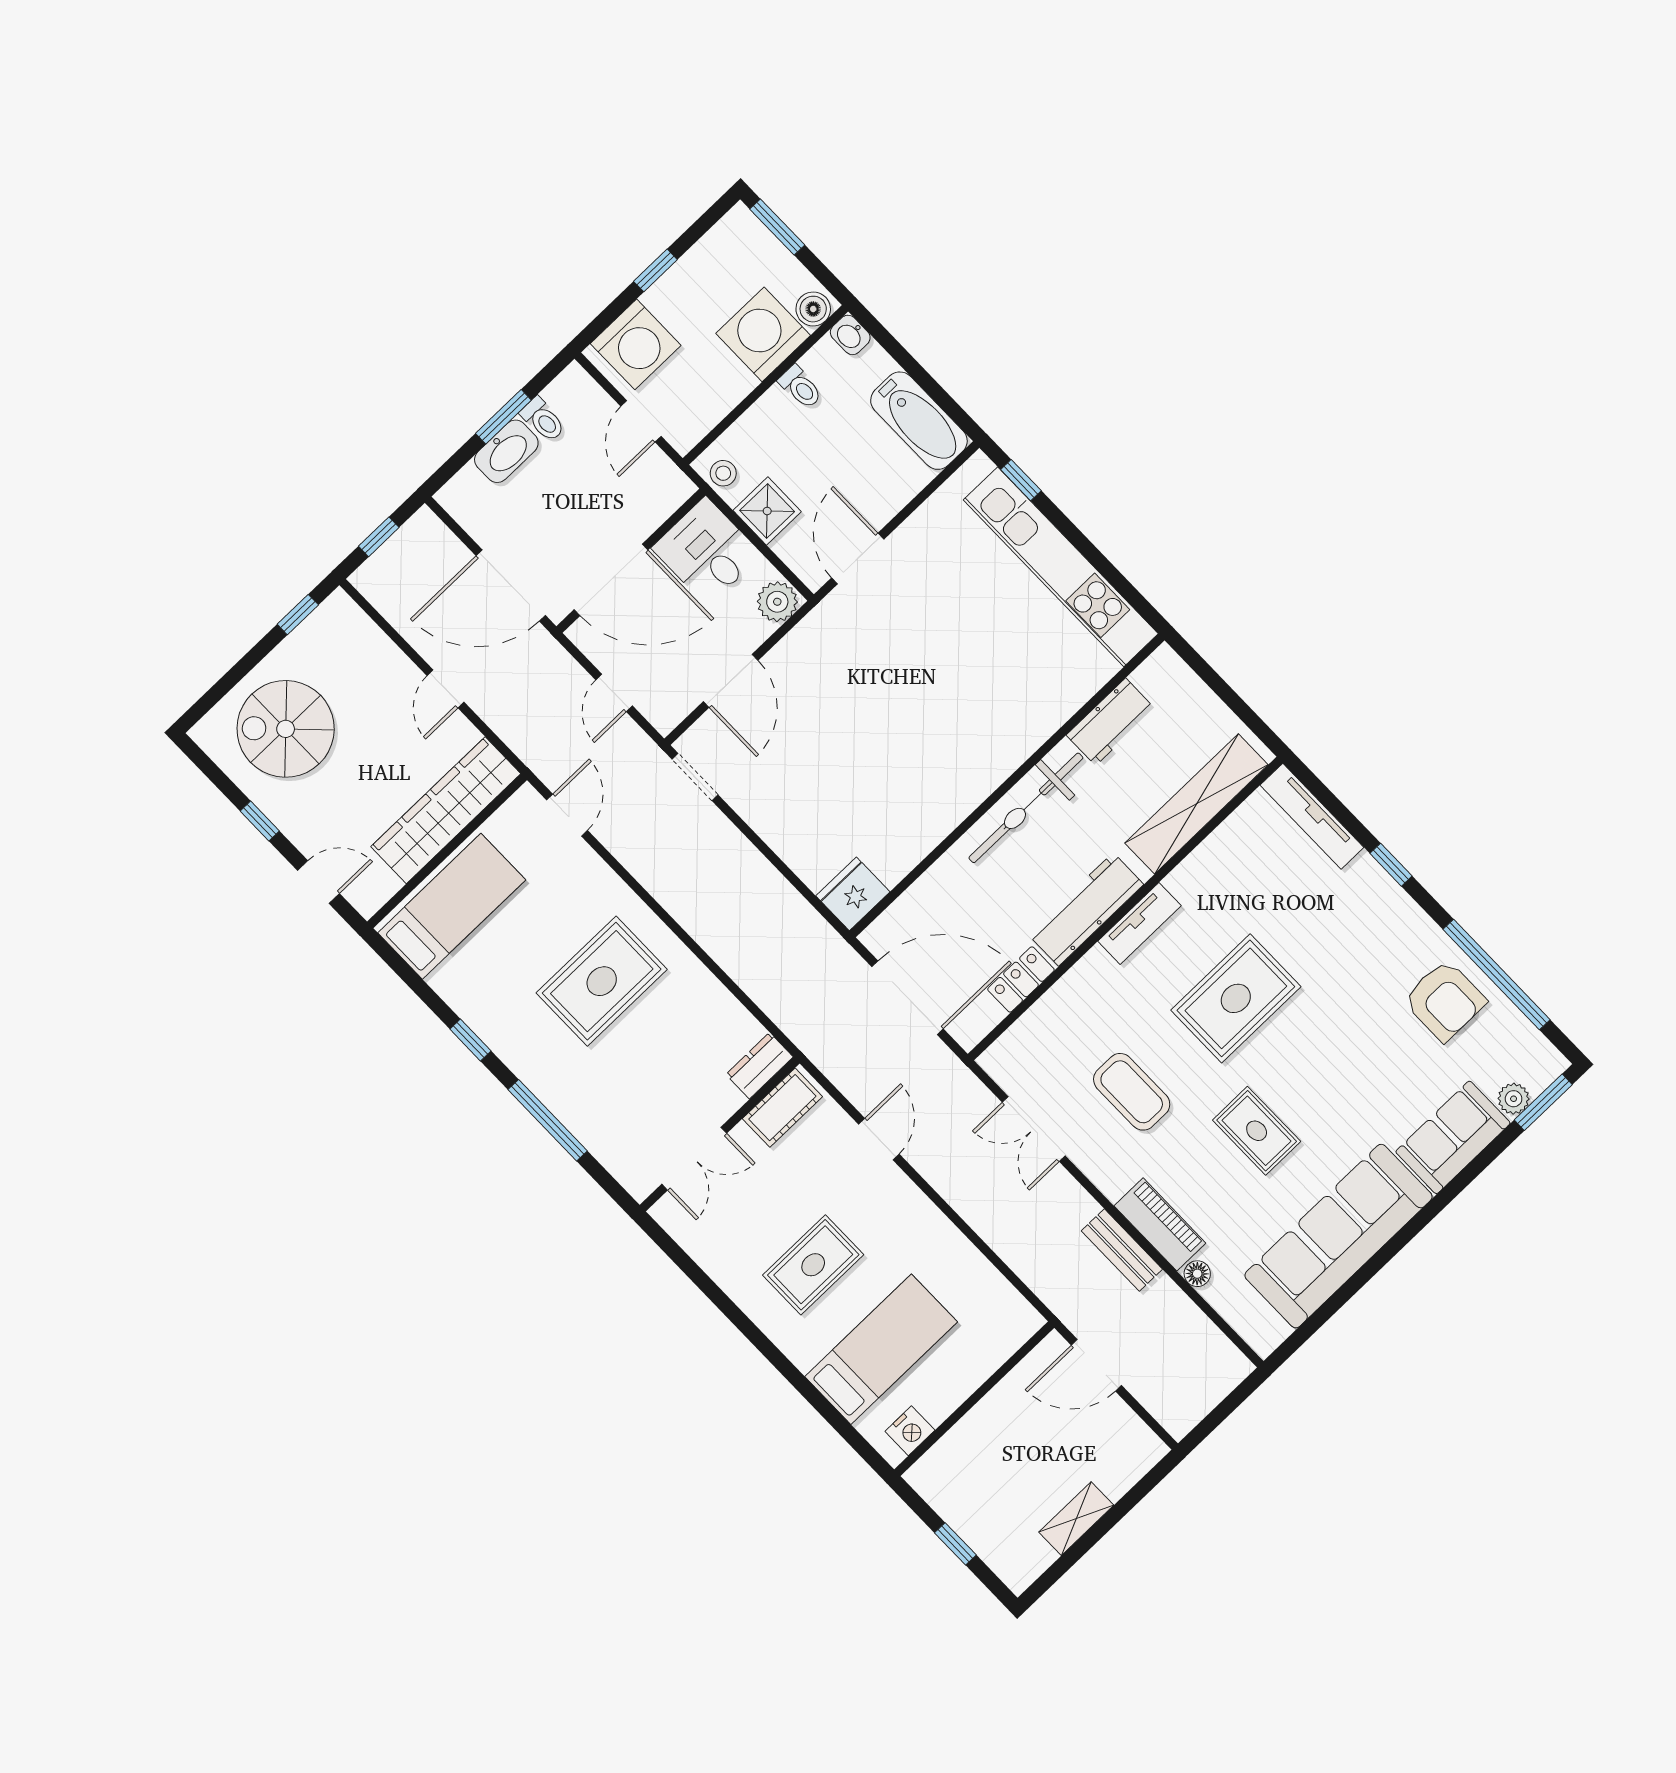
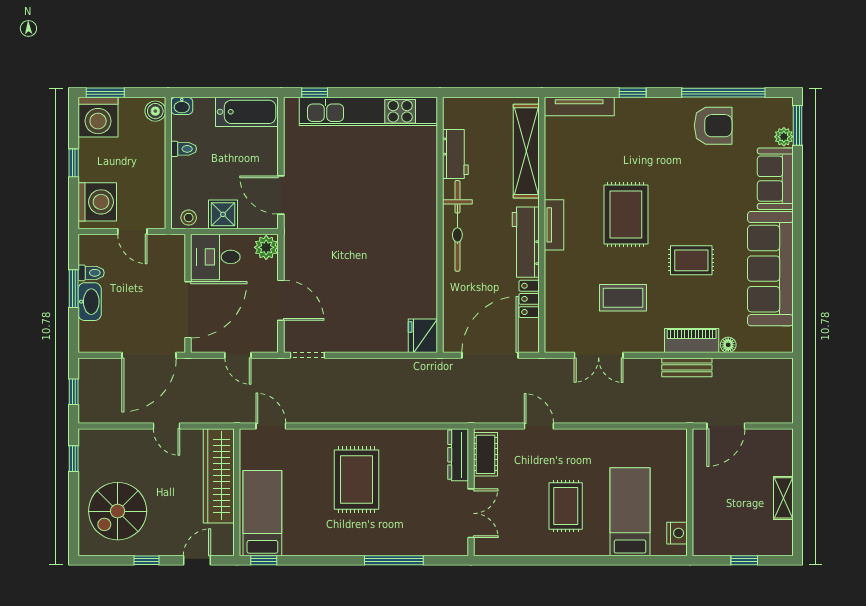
washing machine: (763, 334) -> (98, 117), moved, turned -90
window: (470, 1040) -> (264, 560), moved
dresser: (760, 1066) -> (458, 455), width x1.44

